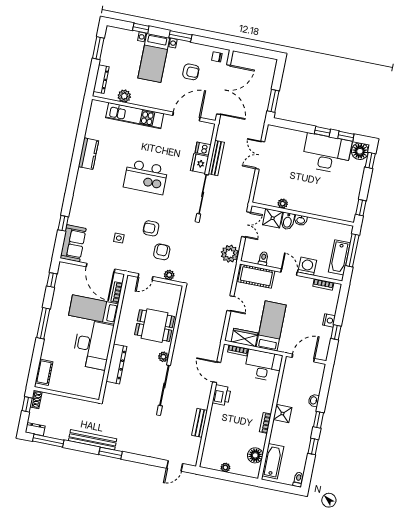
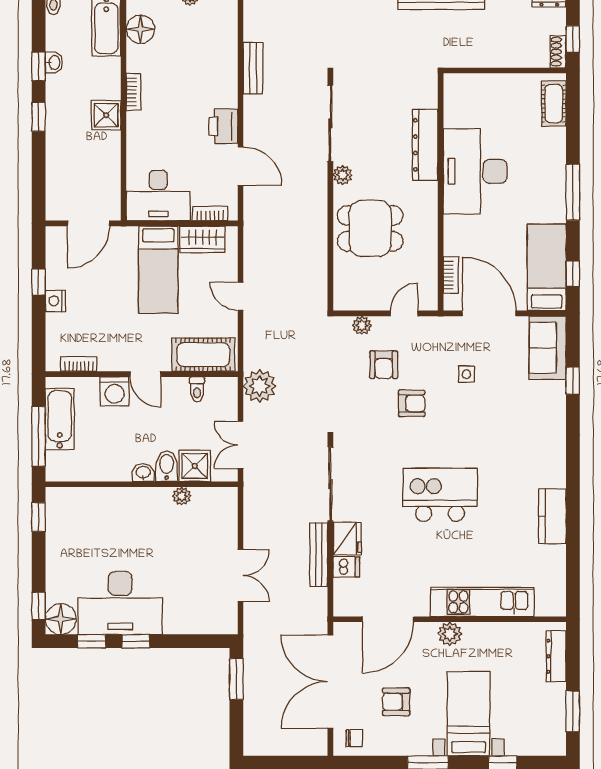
plant: (124, 96) -> (450, 634), moved
bed: (94, 310) -> (547, 267), moved, turned -90
washbasin: (314, 400) -> (54, 63), moved

